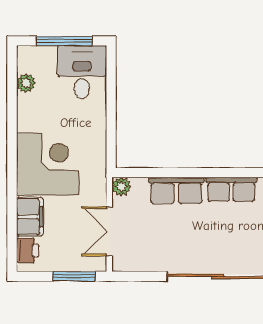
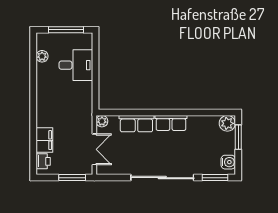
desk: (82, 72) -> (76, 65), moved, turned 90
corner desk: (48, 164) -> (56, 107), removed
double door: (109, 231) -> (94, 149), swing flipped

